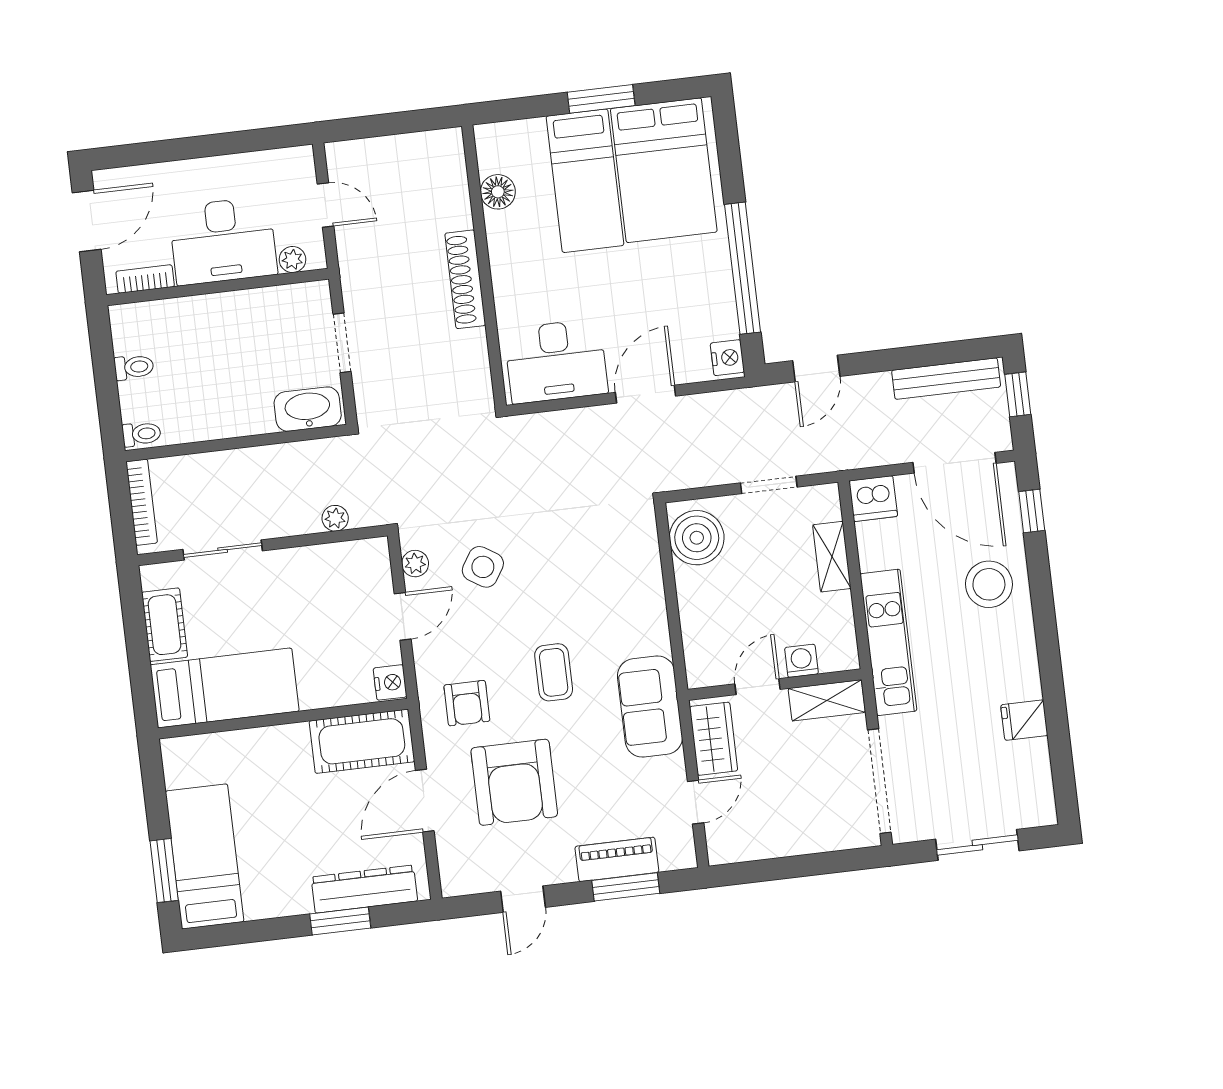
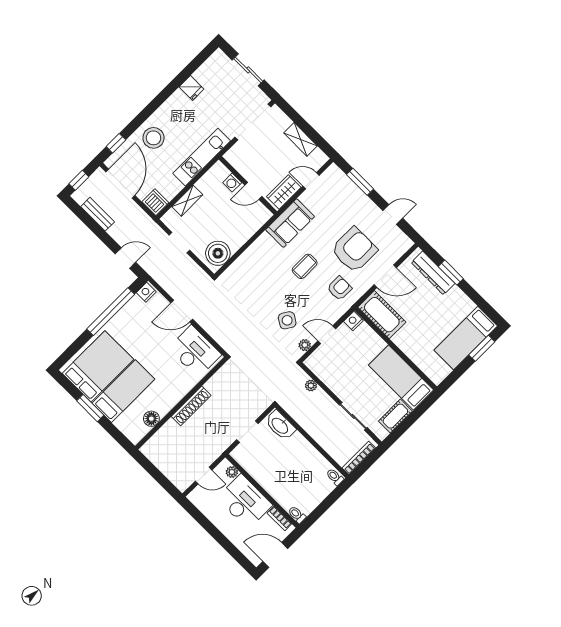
door: (326, 205) -> (204, 476), swing flipped
toilet: (134, 367) -> (297, 515), moved
bench: (946, 379) -> (98, 214), width x0.73
shelving: (827, 700) -> (301, 139), moved
piano: (617, 859) -> (353, 193), removed

